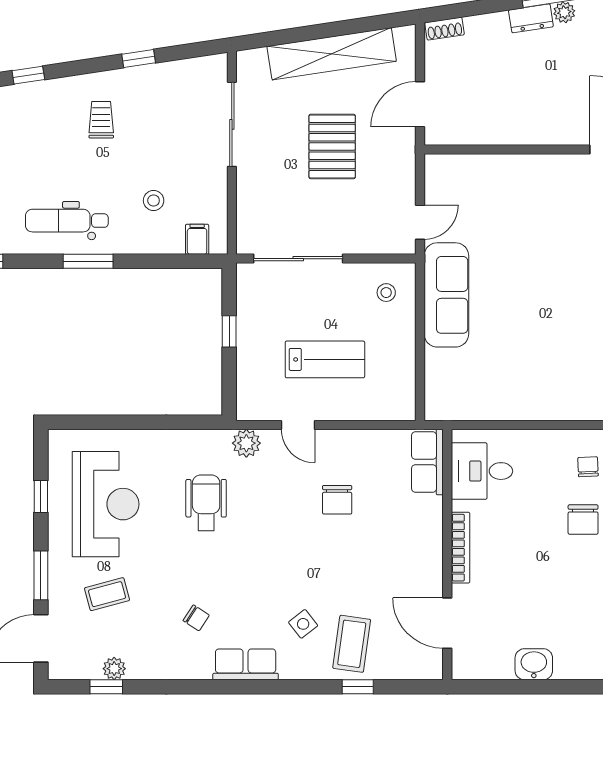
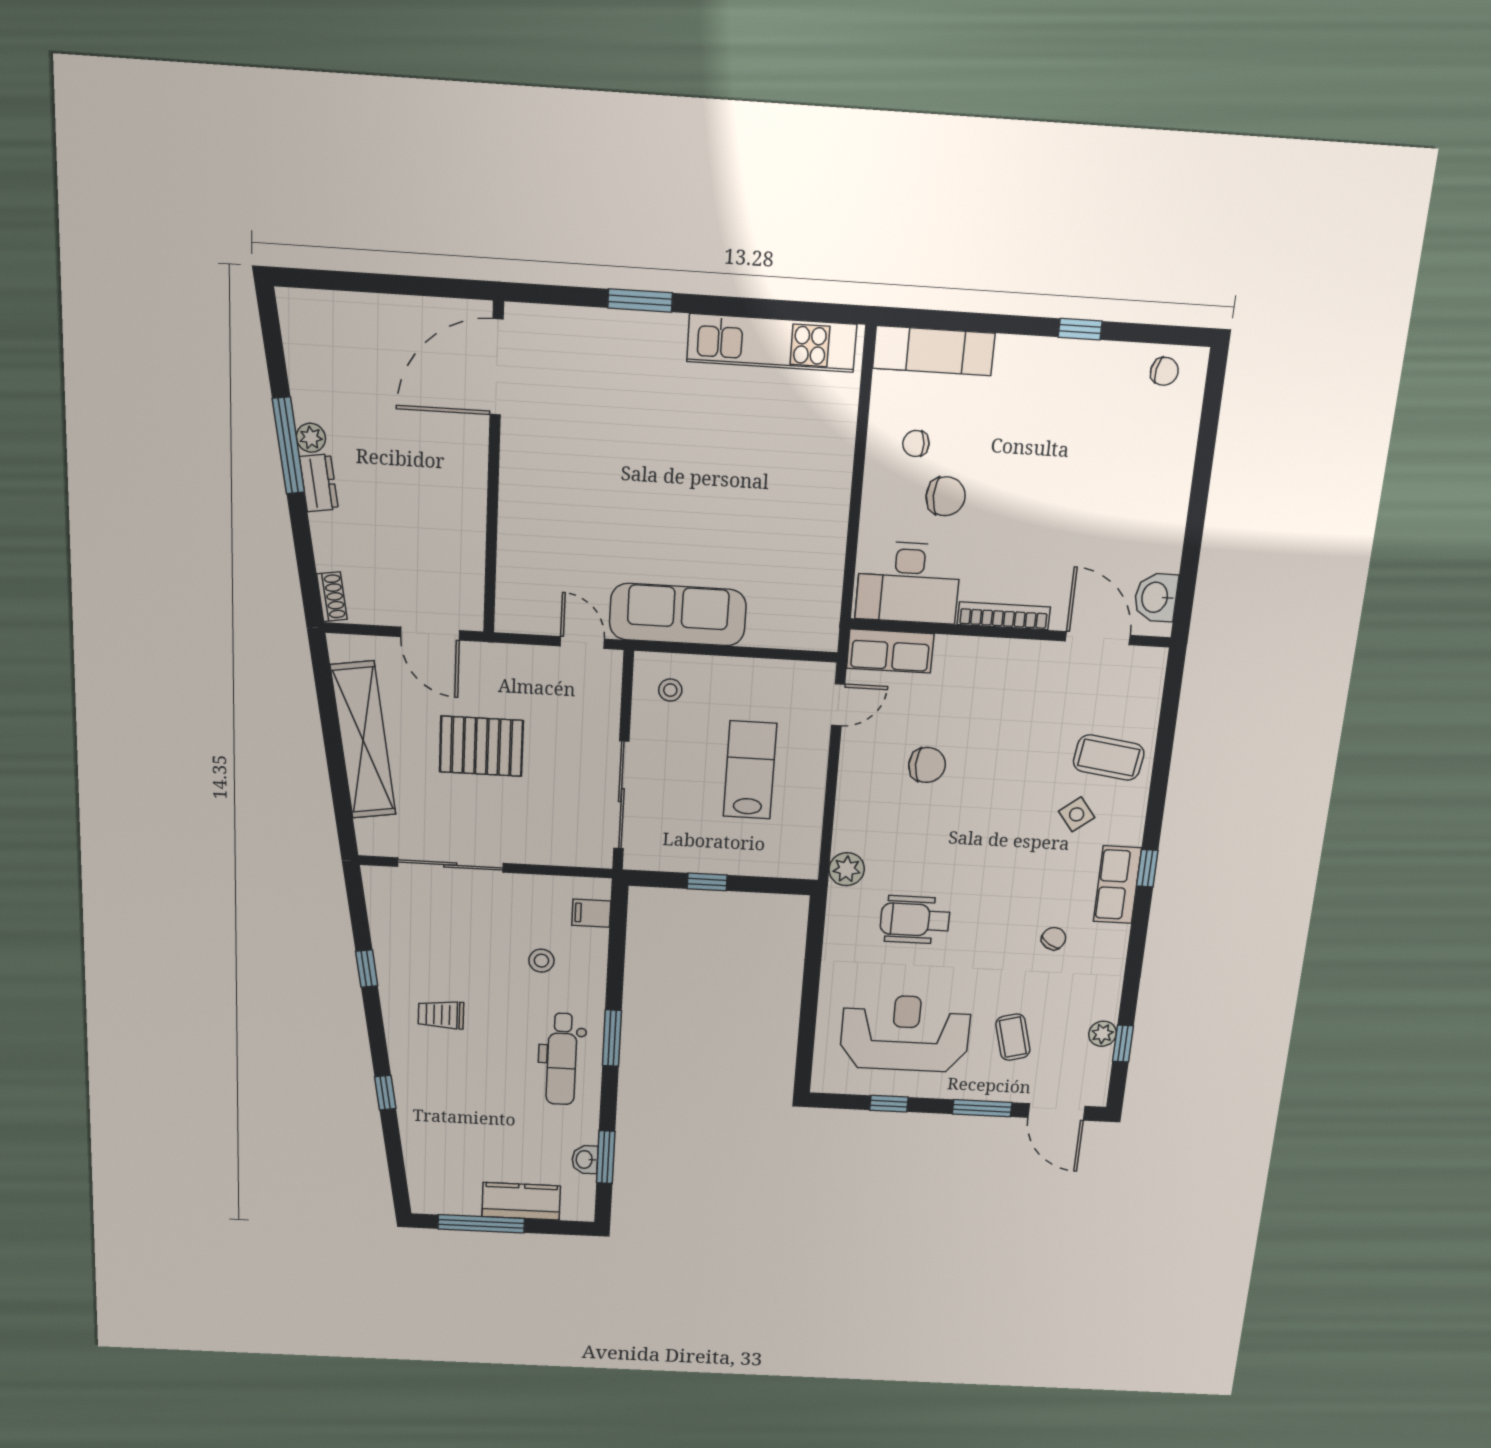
door: (298, 425) -> (838, 705), moved
desk: (482, 471) -> (908, 583), width x1.37
chair: (583, 520) -> (946, 496), moved
door: (447, 623) -> (1098, 638), swing flipped
washbasin: (534, 664) -> (1156, 597), moved
window: (358, 687) -> (1147, 868), moved

